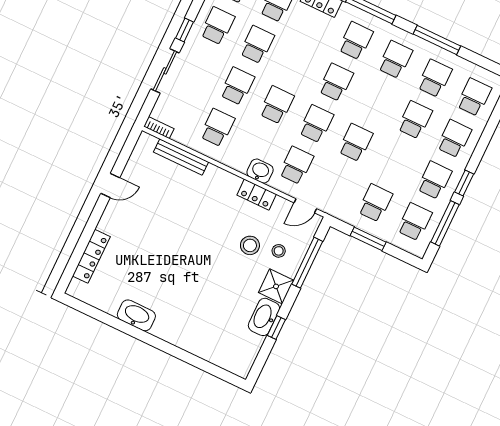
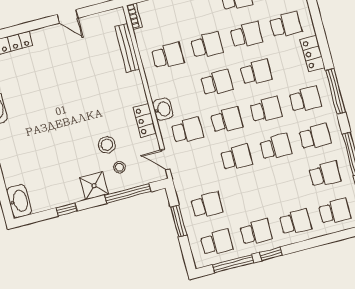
school desk: (296, 63) -> (256, 72), added
school desk: (415, 120) -> (276, 147), moved
washbasin: (264, 317) -> (19, 201), moved, turned 90

